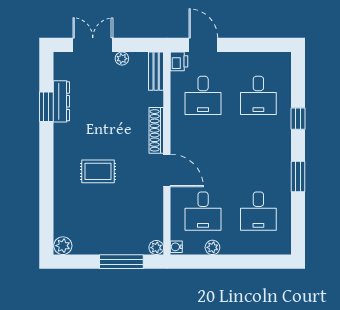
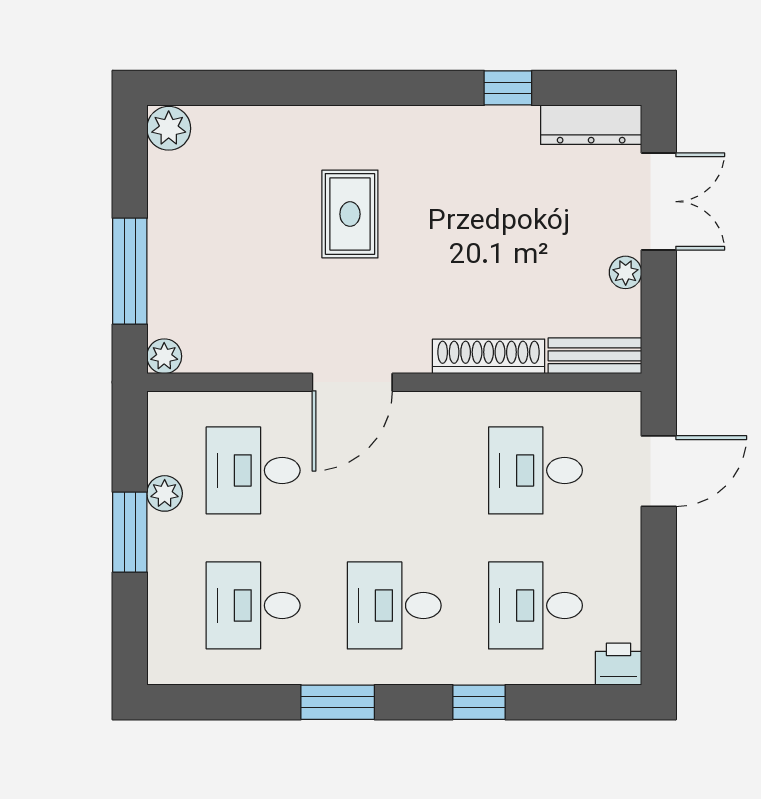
printer: (179, 61) -> (619, 664), moved, turned 180
dresser: (61, 101) -> (591, 125), moved
window: (46, 107) -> (508, 88), width x0.67
shoe rack: (156, 130) -> (489, 356), moved
desk: (258, 153) -> (394, 605), added
water cooler: (176, 247) -> (166, 405), removed
window: (228, 262) -> (130, 532), added

